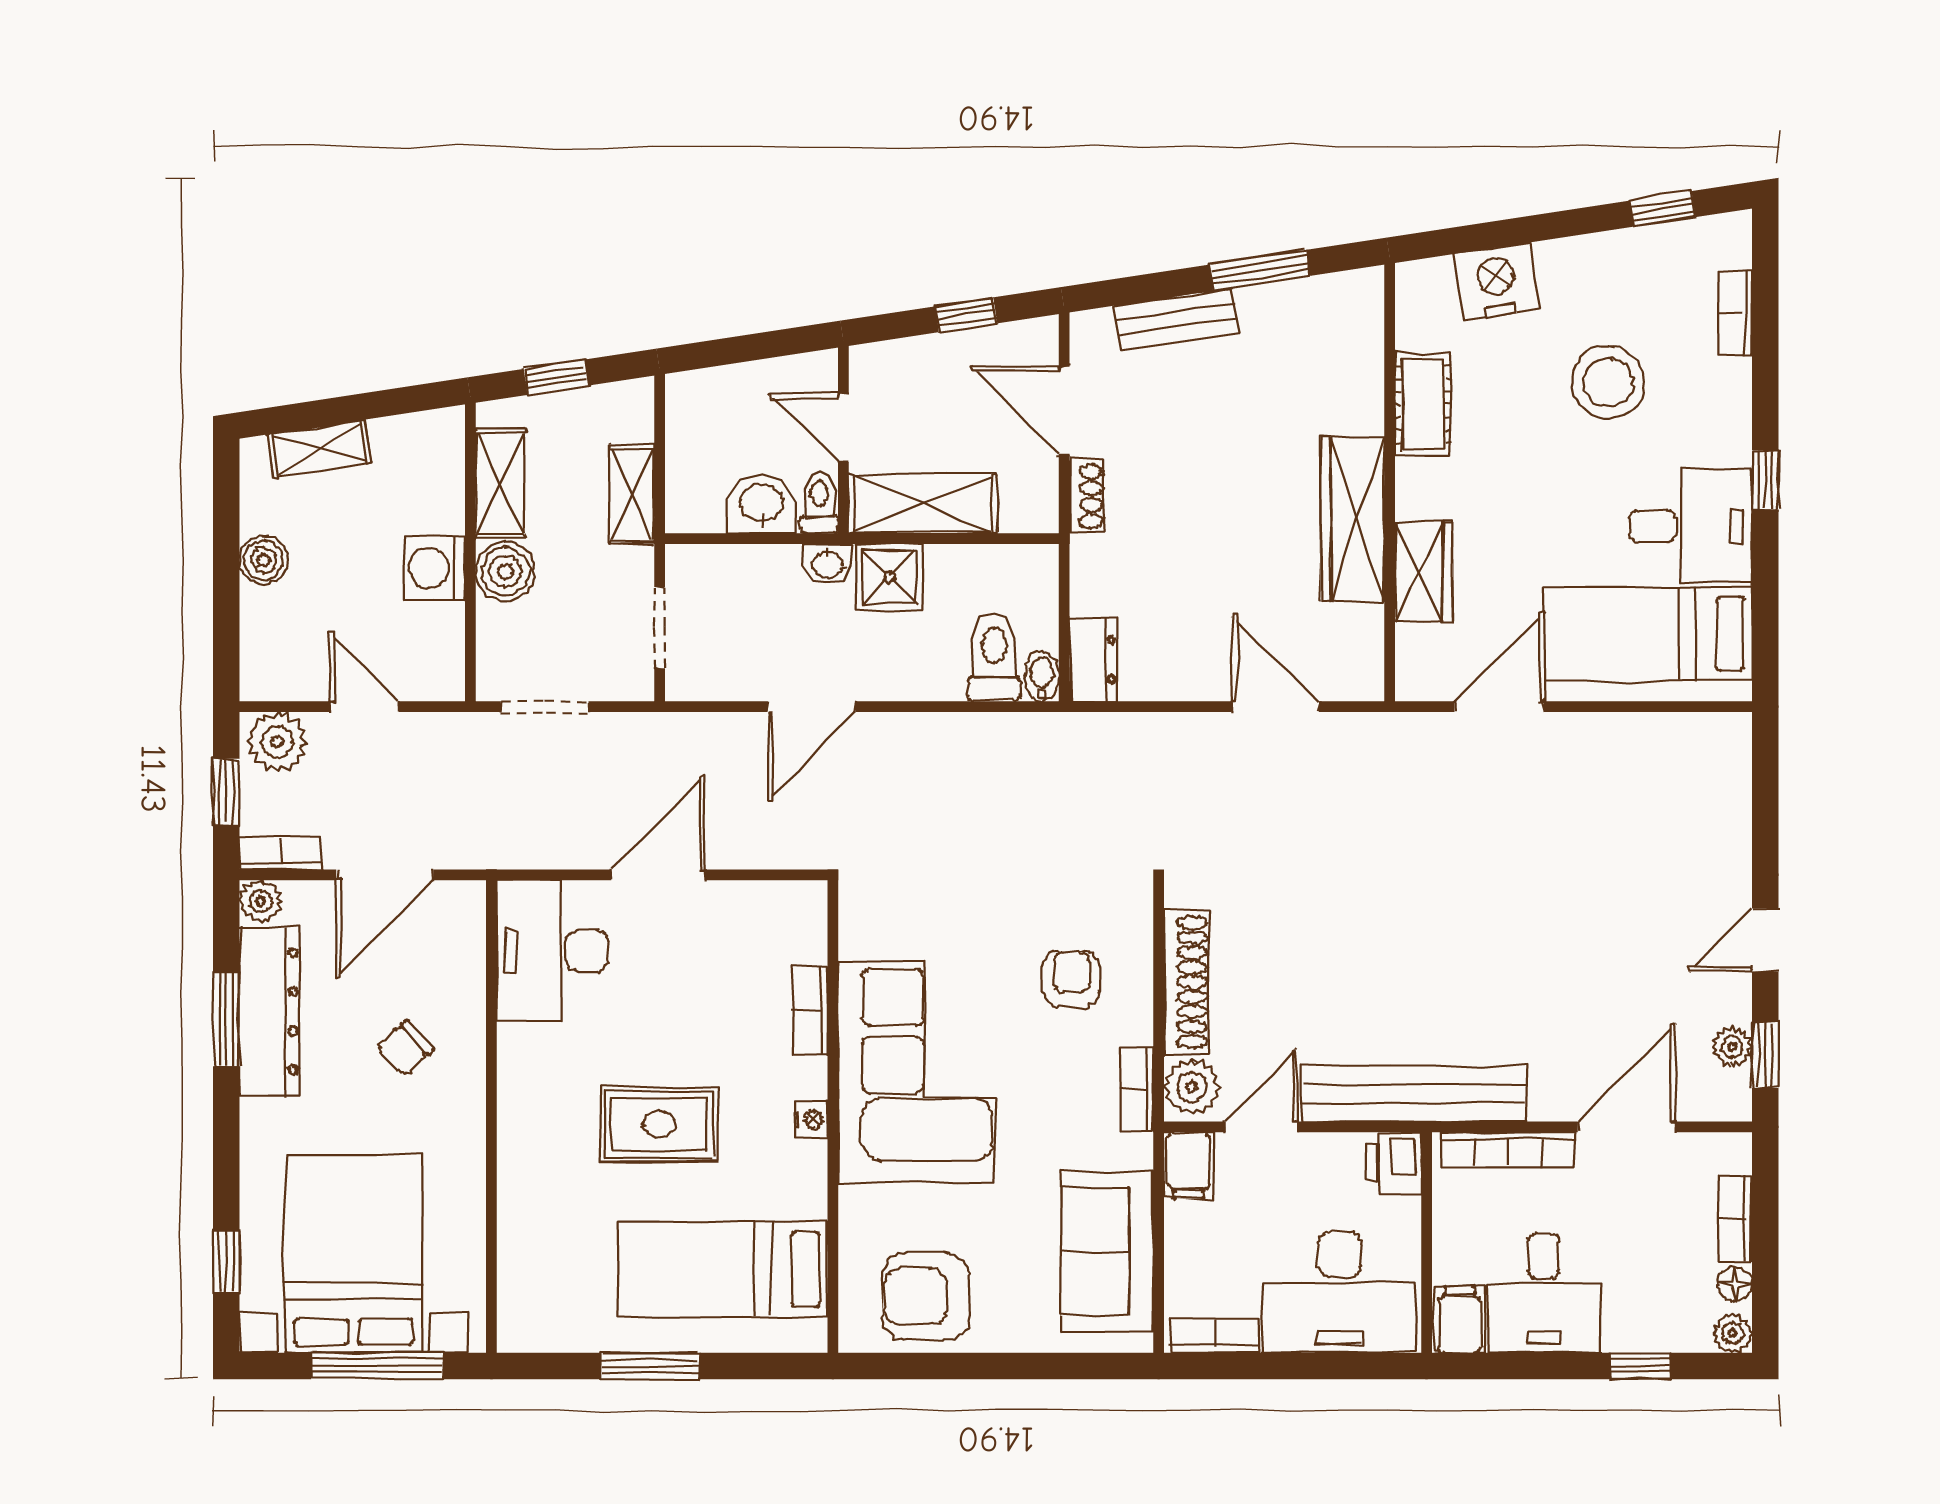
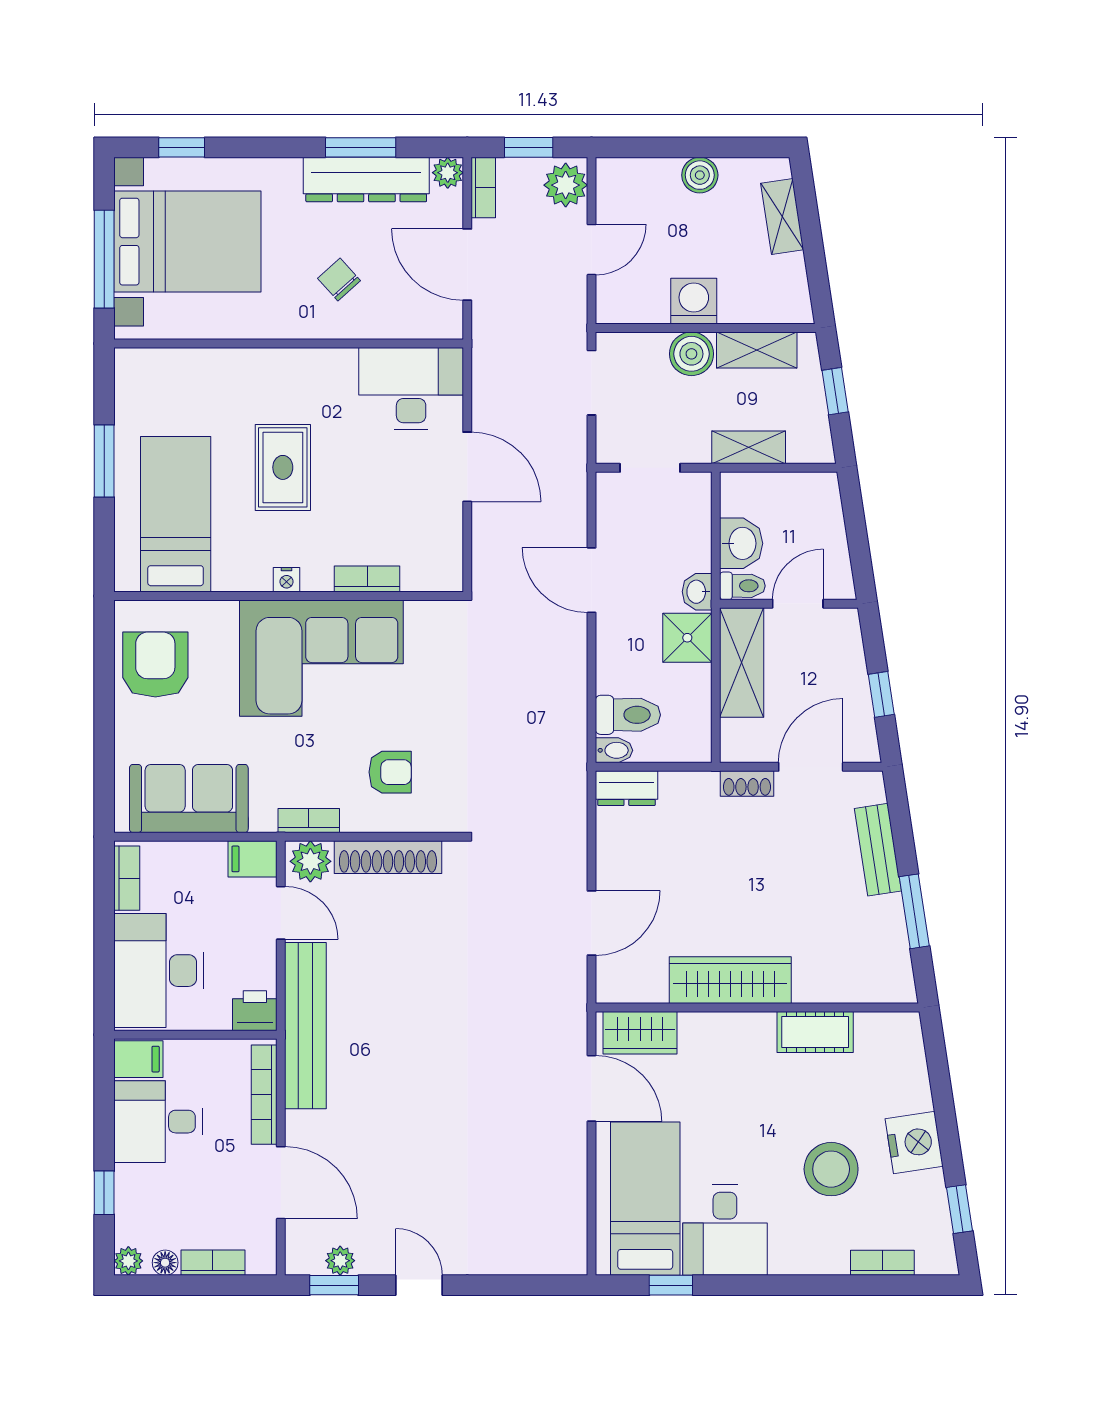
nightstand: (1497, 282) -> (914, 1142), moved
window: (1765, 480) -> (671, 1285), moved
wardrobe: (1424, 572) -> (640, 1033), moved

